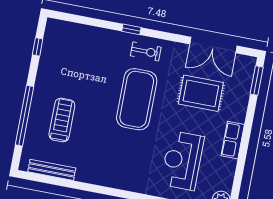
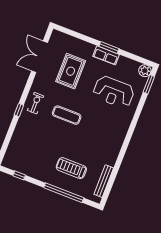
double door: (213, 45) -> (40, 57), swing flipped
window: (257, 81) -> (109, 47), moved
exercise mat: (137, 99) -> (67, 115), width x0.50, depth x0.69

